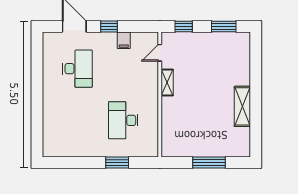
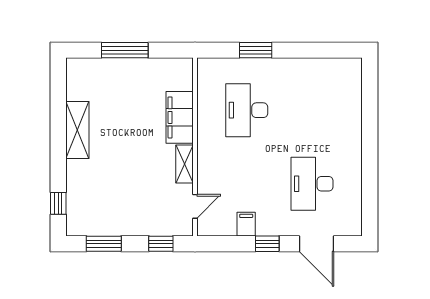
window: (256, 55) -> (58, 203), added
filing cabinet: (171, 115) -> (180, 117), added
desk: (123, 120) -> (247, 110), turned 180

